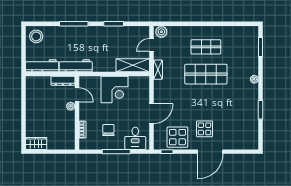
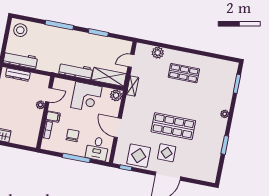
plant: (161, 32) -> (158, 53), moved
workbench: (76, 66) -> (76, 71), moved
shop shelf: (206, 74) -> (173, 126), moved
dresser: (63, 81) -> (18, 75), moved
plant: (143, 82) -> (116, 95), added
door: (77, 95) -> (49, 95), hinge flipped
door: (151, 114) -> (118, 128), swing flipped
filing cabinet: (85, 115) -> (53, 117), added

